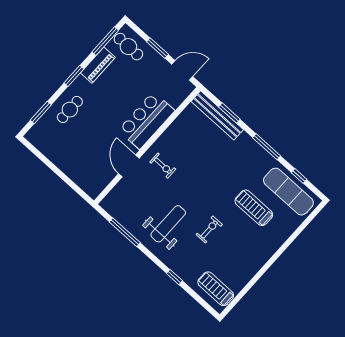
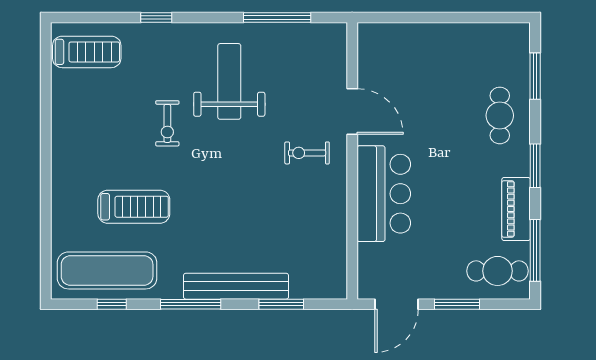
bench: (217, 115) -> (236, 286), moved
weight bench: (168, 224) -> (229, 81), turned 180

